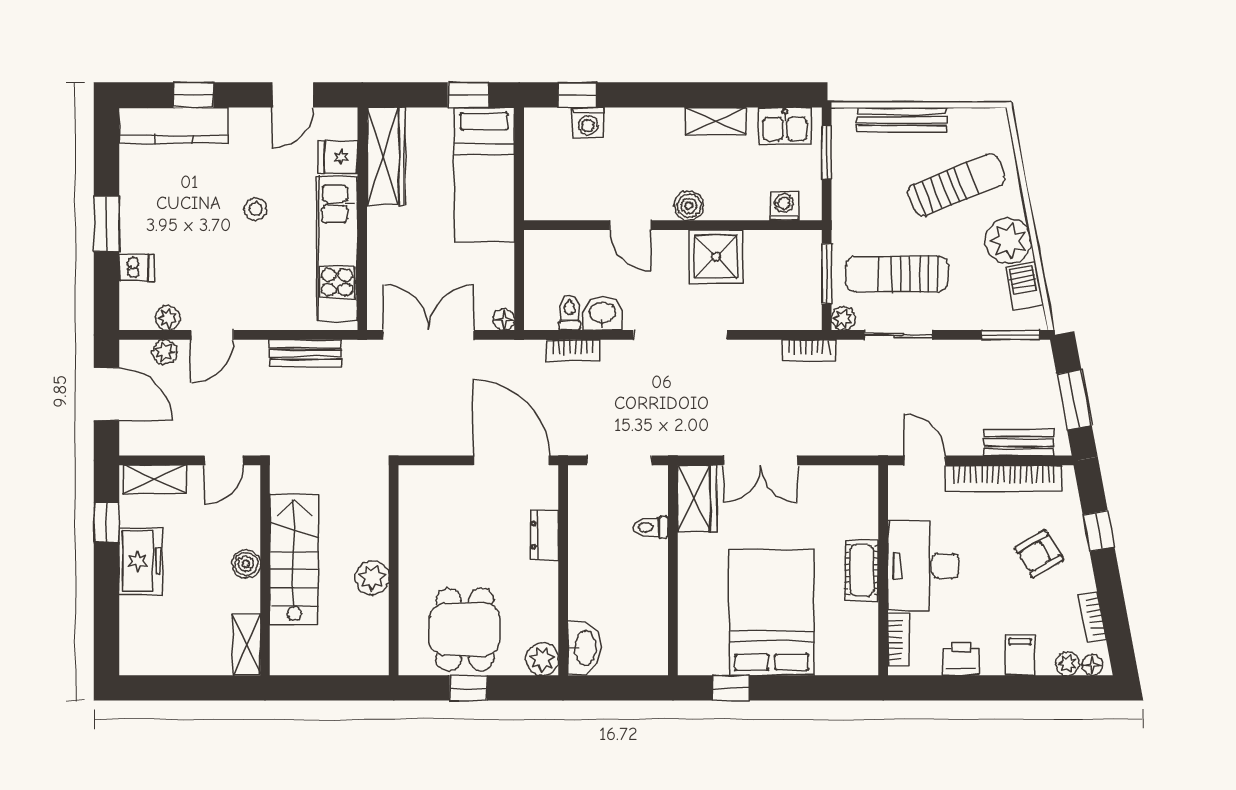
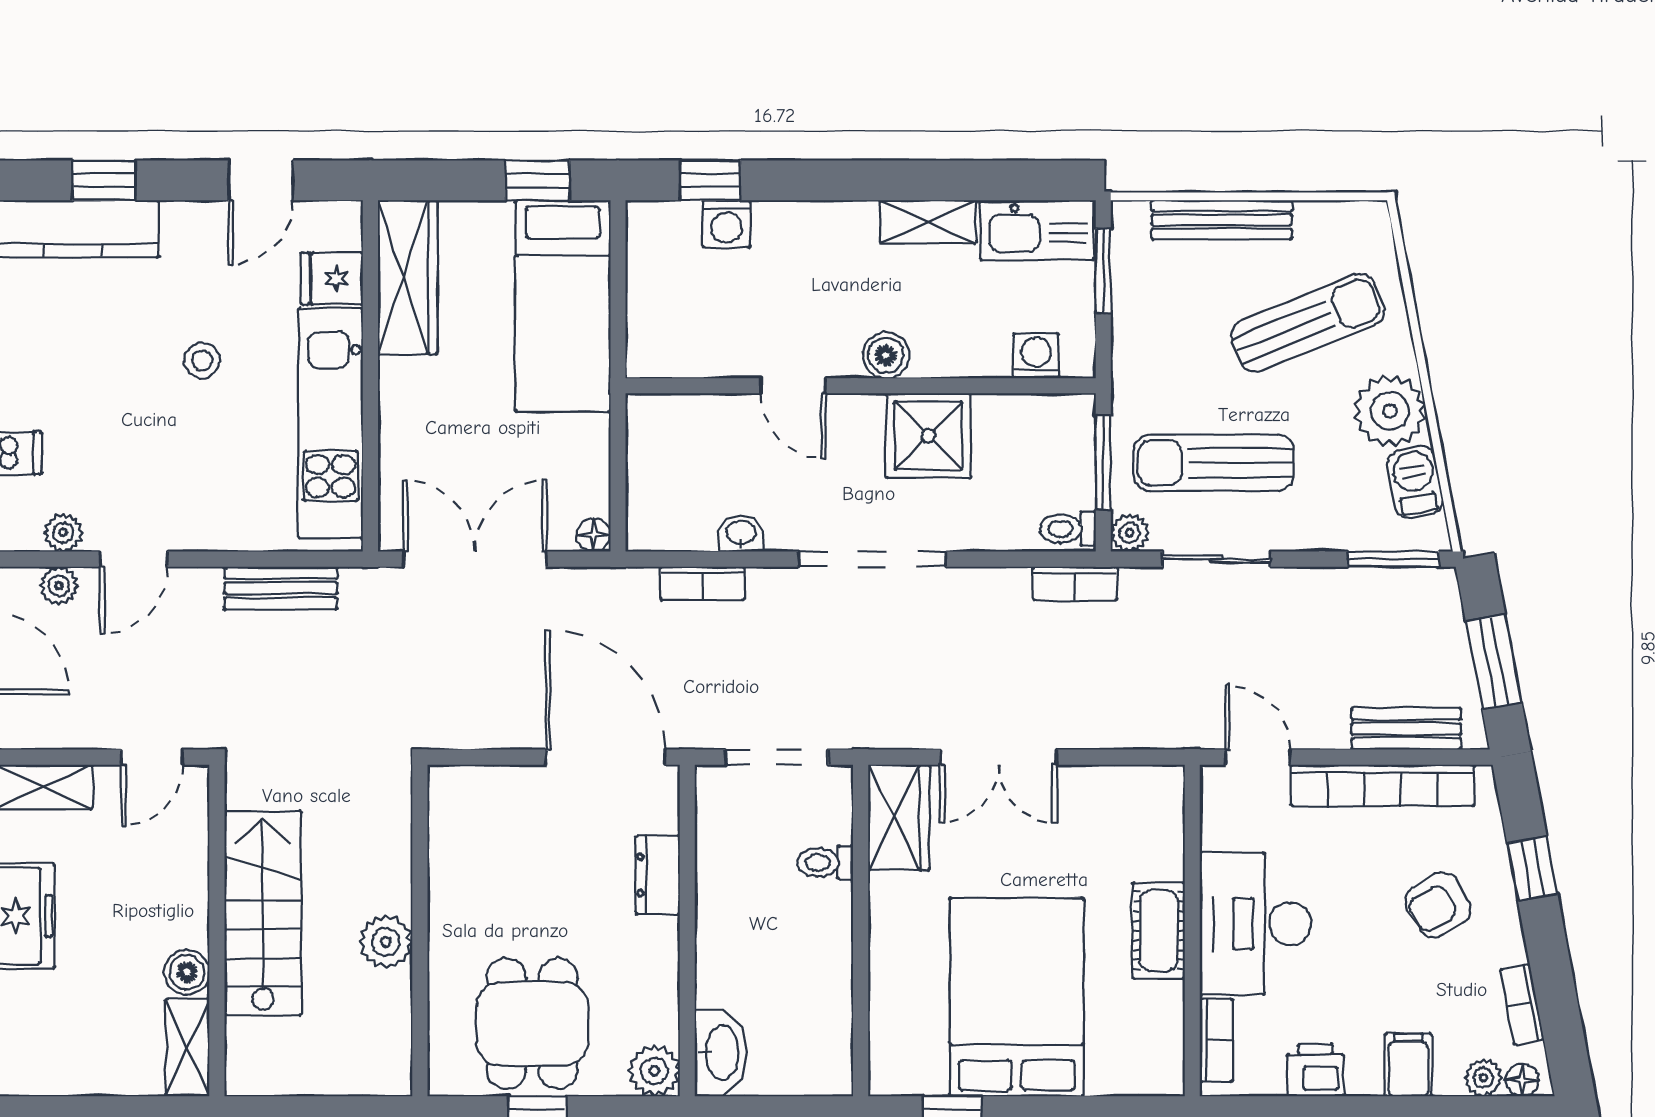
kitchen sink: (785, 126) -> (1037, 230), width x1.38
toilet: (569, 313) -> (1068, 529), moved, turned -90
washbasin: (603, 313) -> (741, 533), width x0.72, depth x0.69
boiler: (246, 564) -> (187, 972), moved

